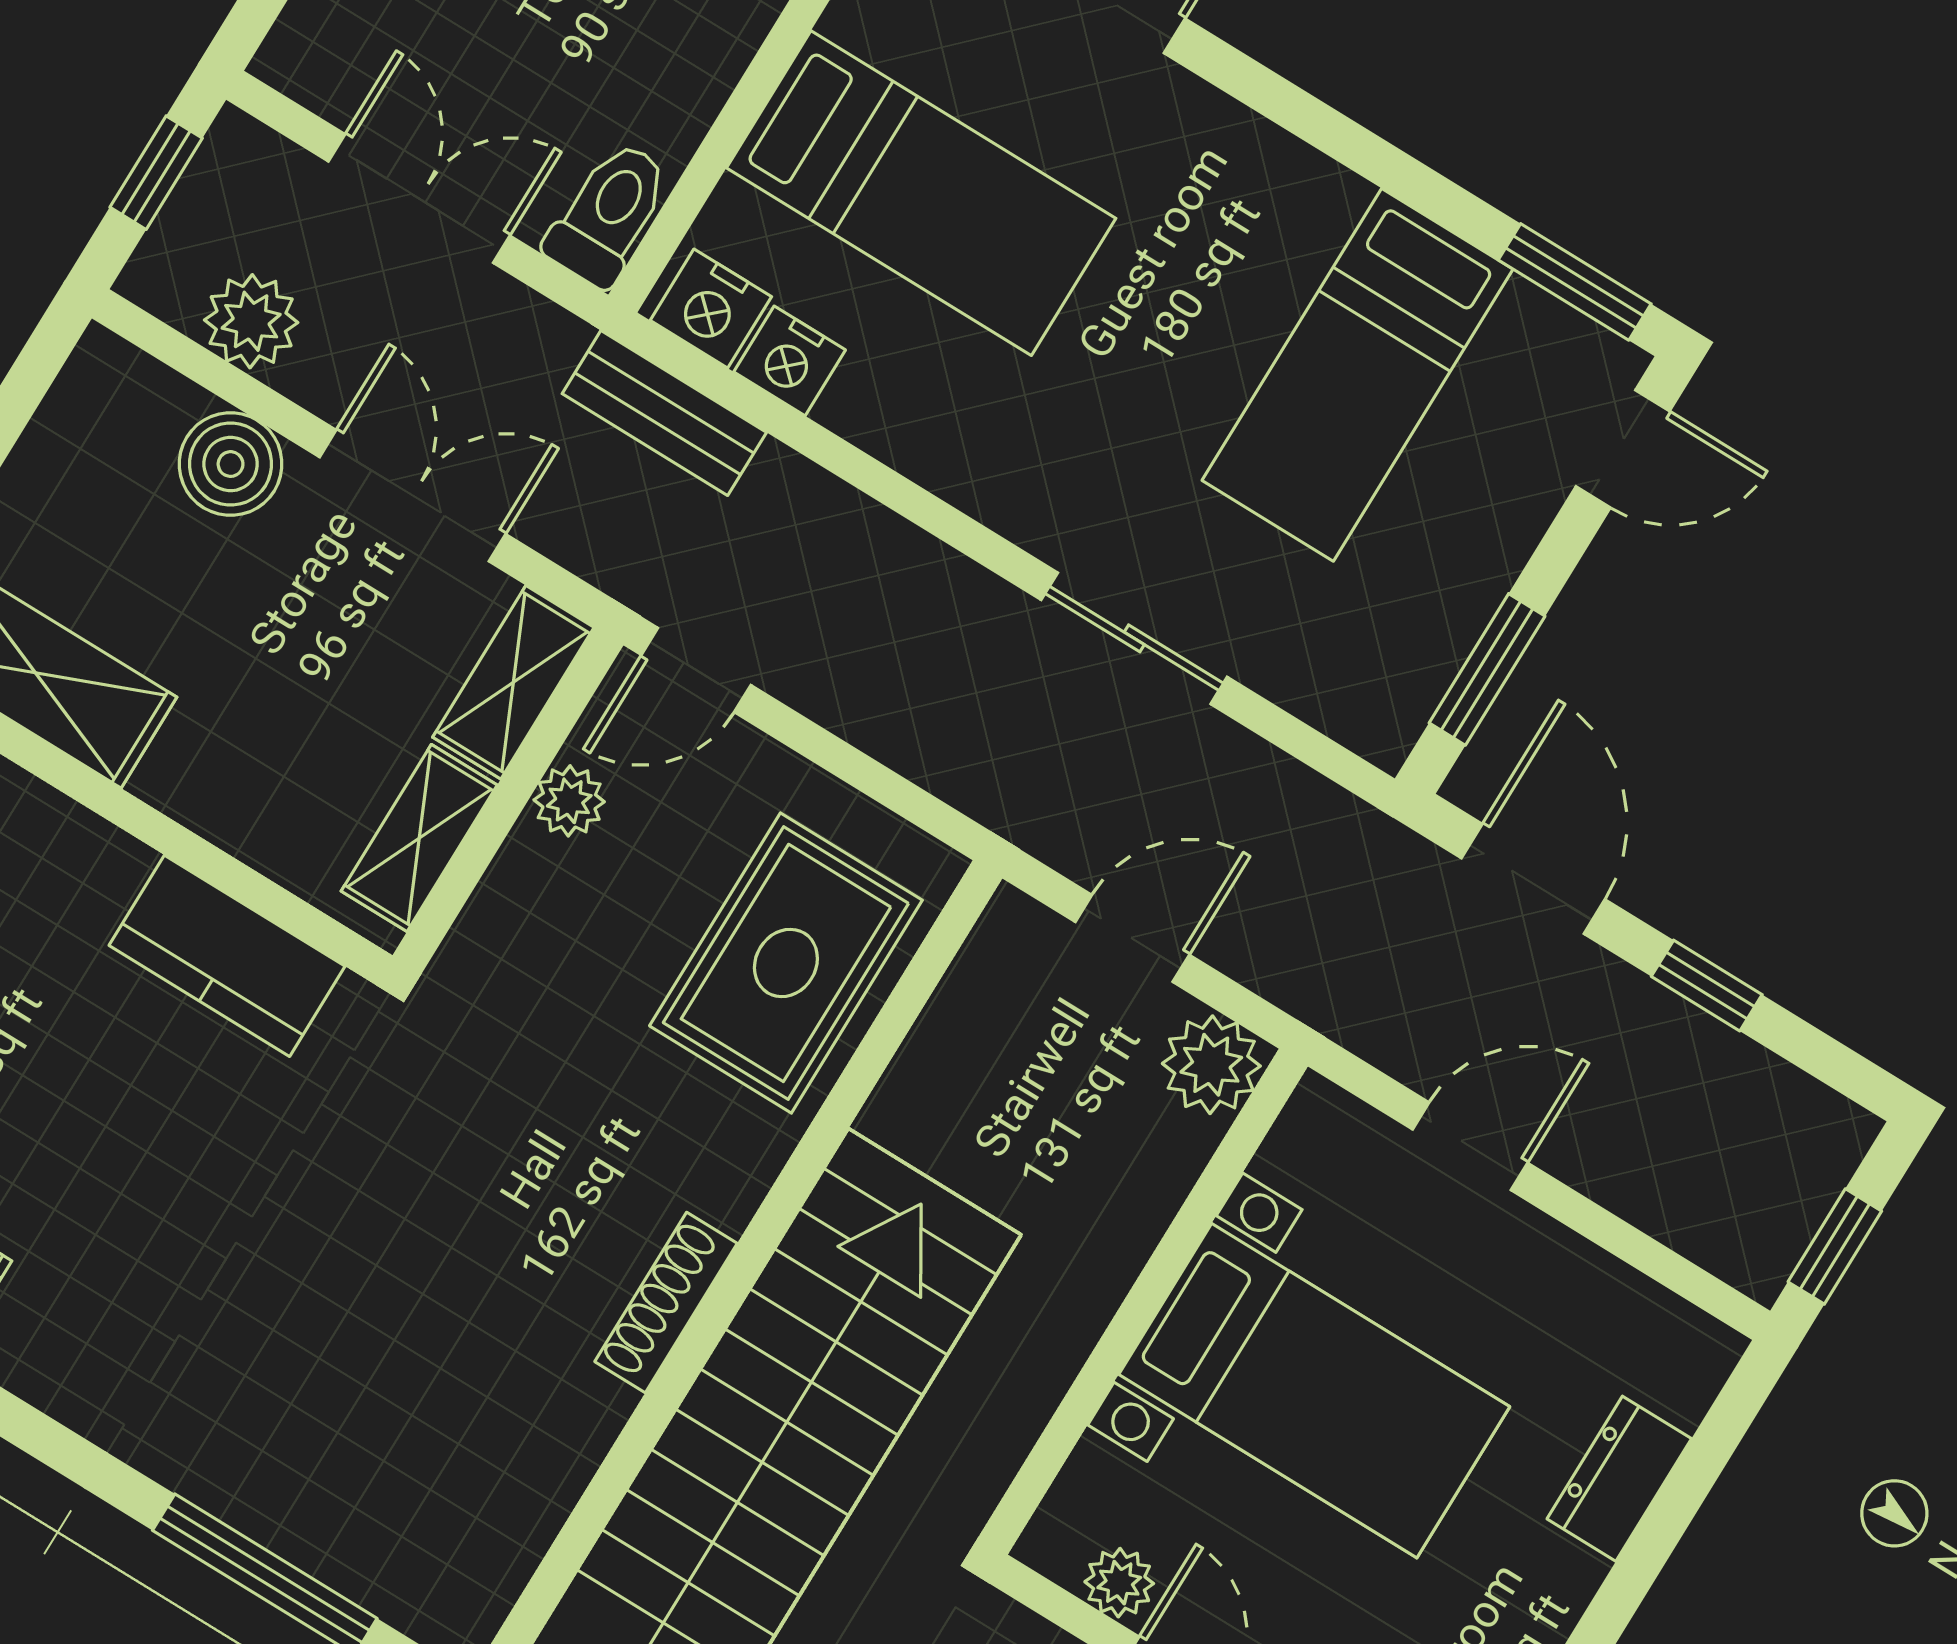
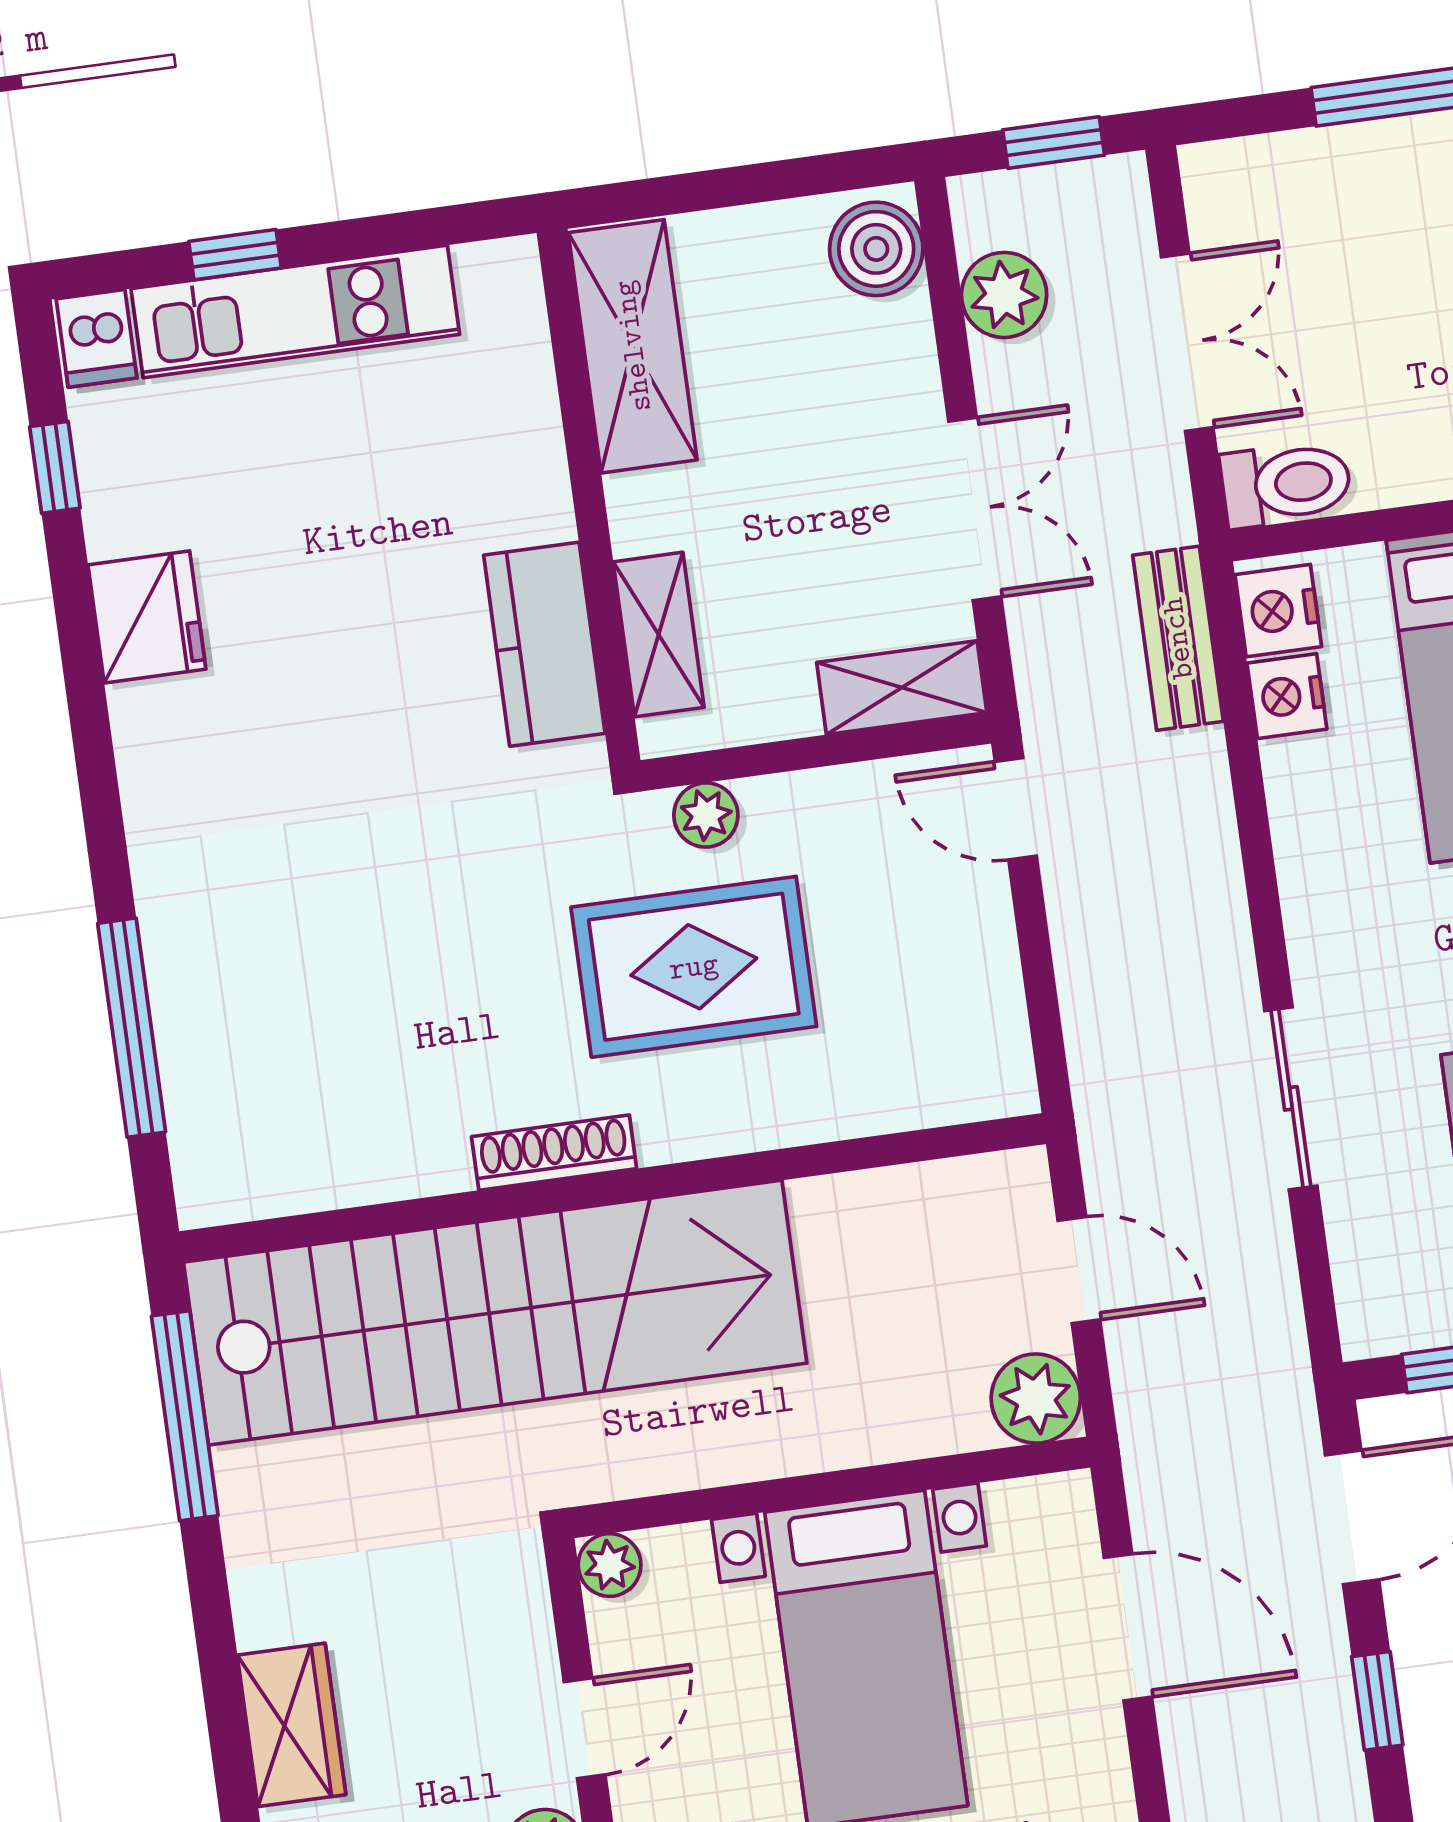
boiler: (231, 464) -> (876, 249), moved
plant: (569, 801) -> (706, 815), moved
shelving: (419, 838) -> (659, 635), moved, turned 90
rug: (786, 963) -> (694, 967), moved
door: (1470, 1146) -> (1128, 1627), width x1.38
plant: (1119, 1583) -> (610, 1565), moved

